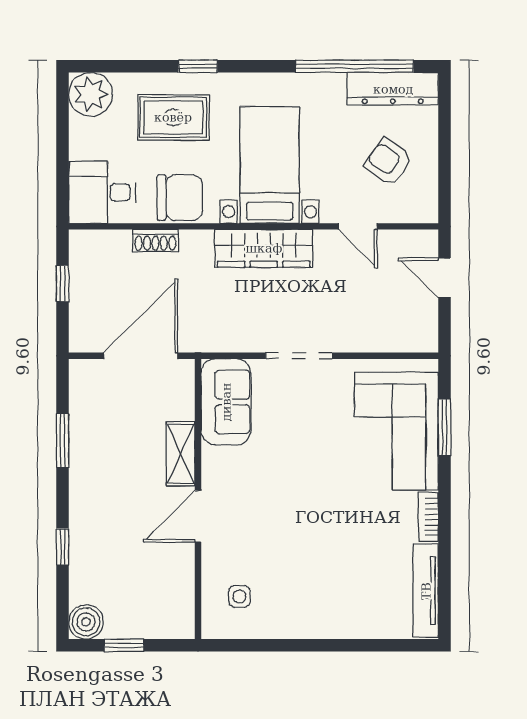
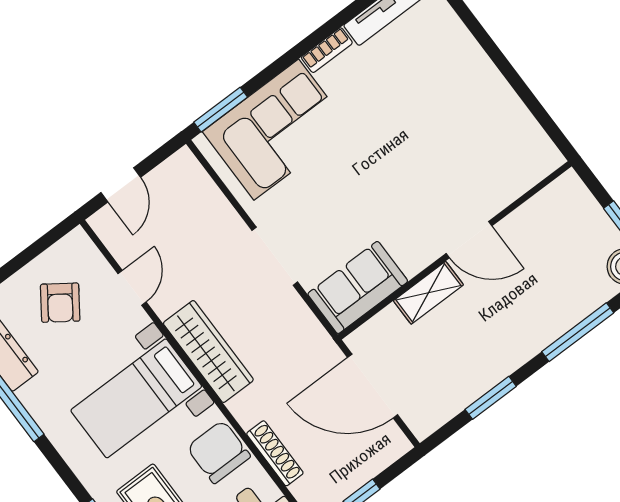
shoe rack: (155, 241) -> (275, 453), width x1.43
window: (444, 427) -> (221, 110), moved
window: (63, 547) -> (578, 332), width x2.17
side table: (239, 596) -> (509, 156), removed

